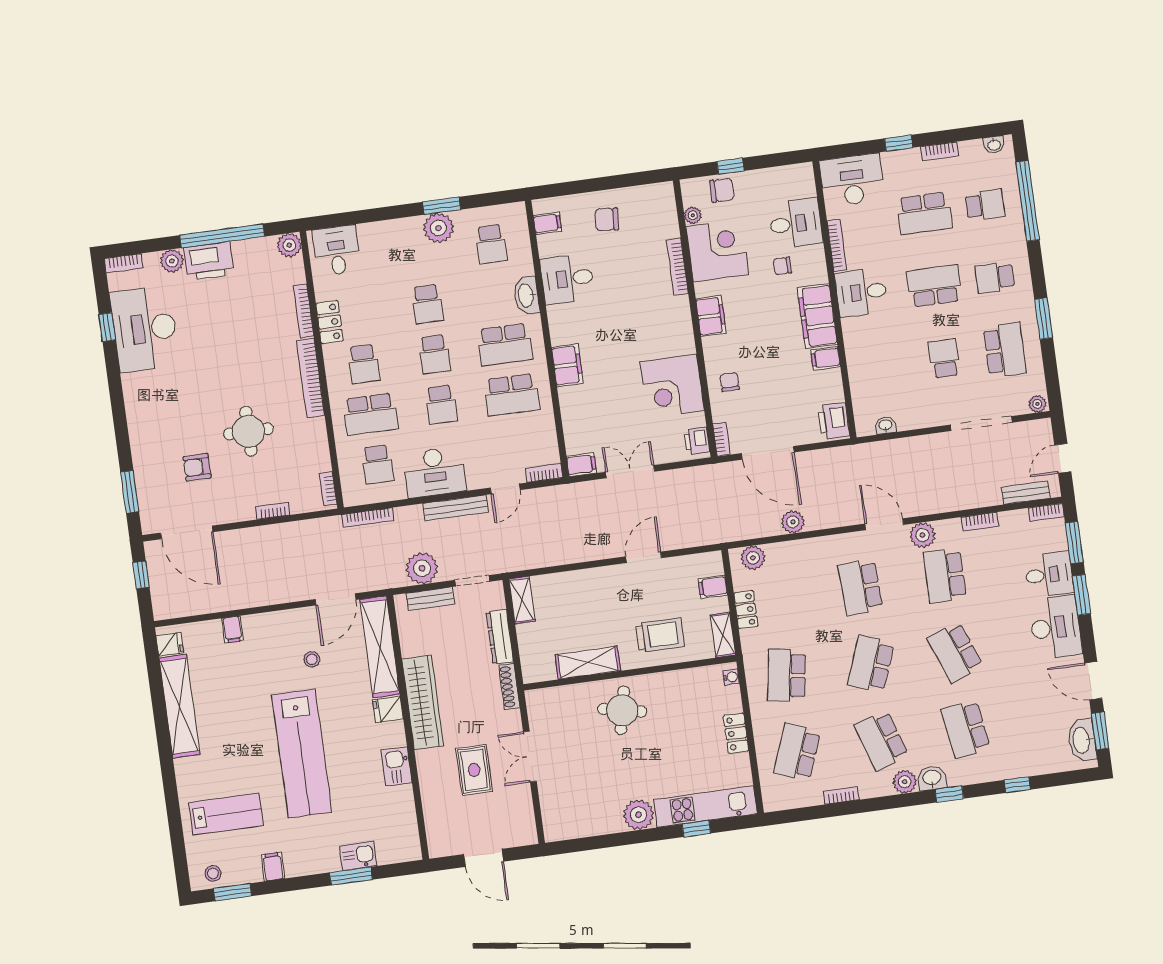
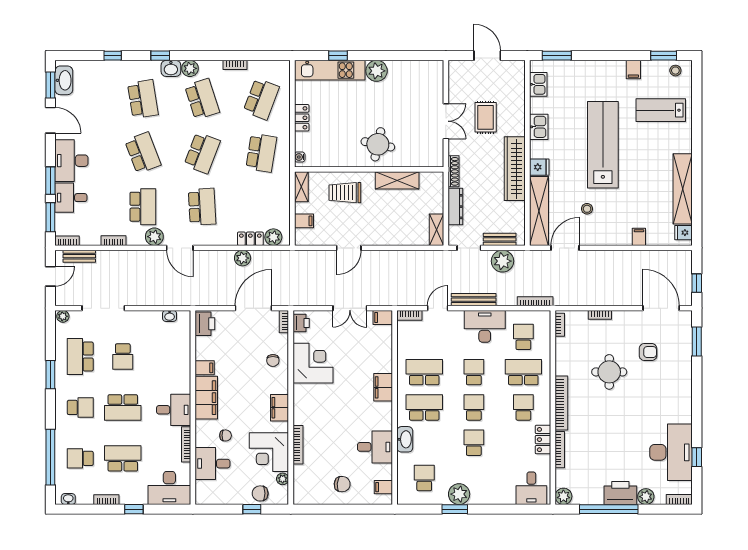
door: (768, 453) -> (253, 308), hinge flipped
locker: (746, 610) -> (250, 239), moved, turned 90
kitchen sink: (358, 856) -> (538, 84), moved, turned -90
window: (351, 876) -> (557, 56), moved

